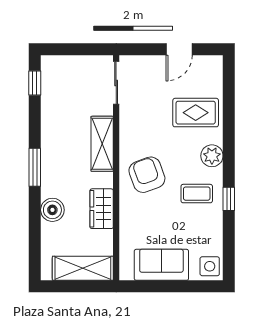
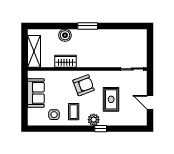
window: (35, 83) -> (132, 26), removed
rug: (196, 113) -> (111, 99), moved
shelving: (102, 144) -> (100, 62), removed
window: (229, 199) -> (101, 129), moved
side table: (210, 266) -> (54, 115), moved

